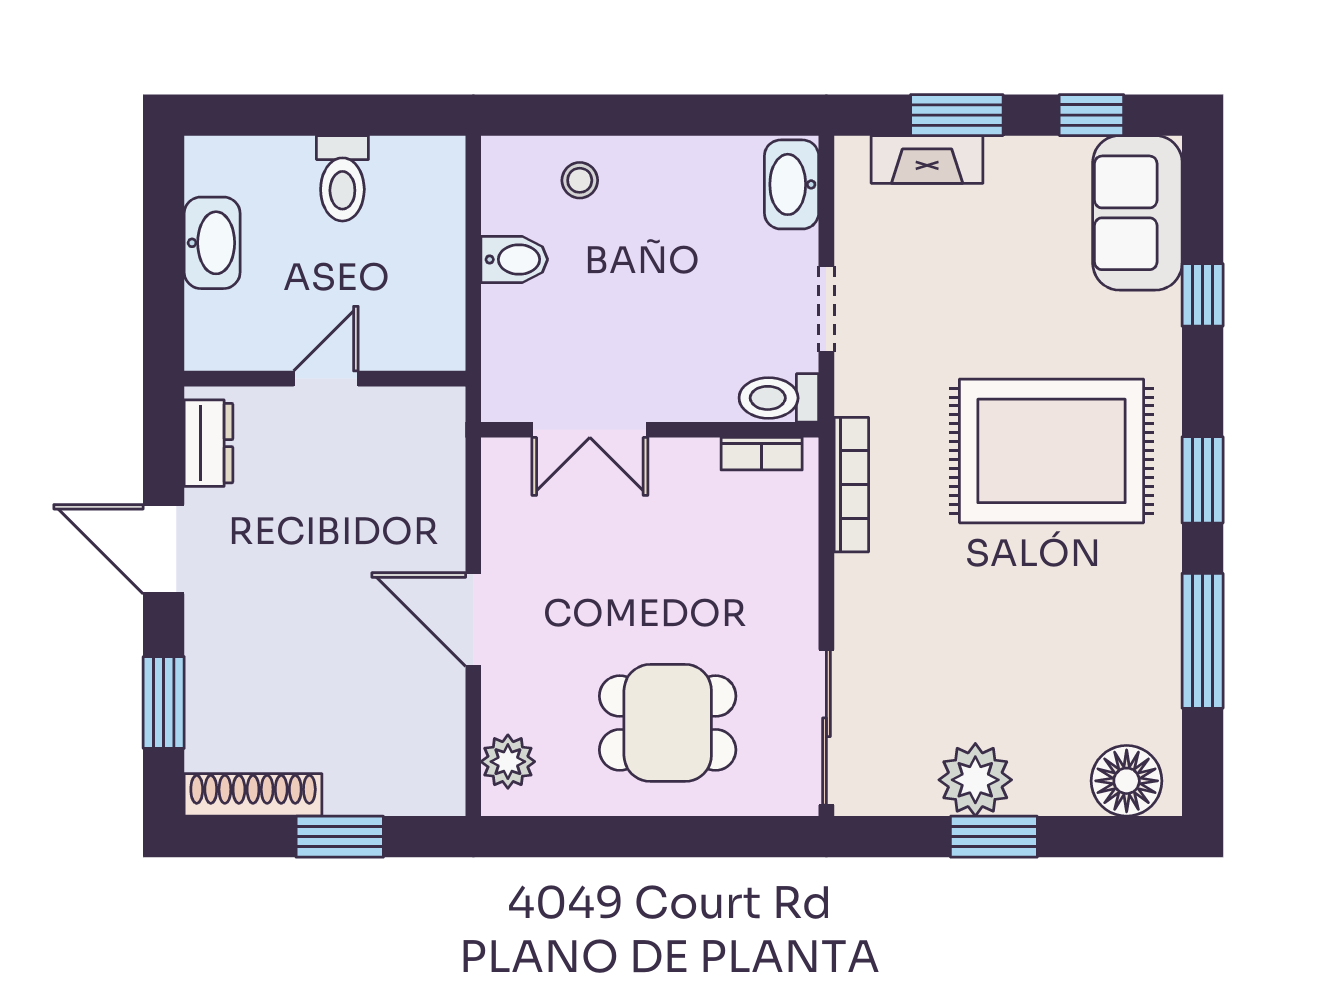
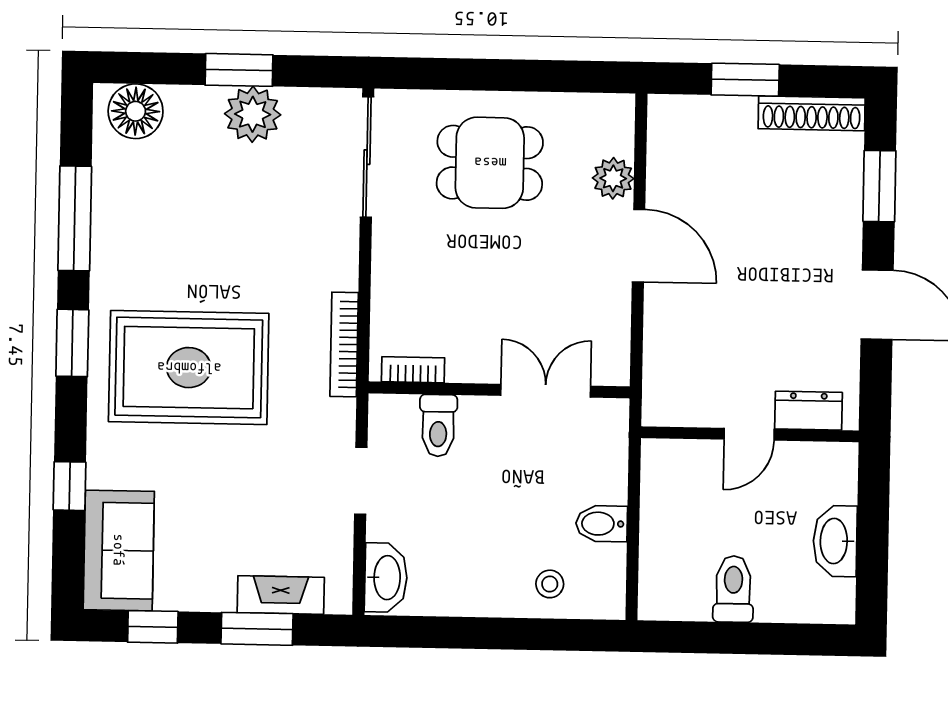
toilet: (779, 398) -> (438, 426), moved, turned 90
dresser: (209, 443) -> (809, 411), moved, turned 90
plant: (508, 762) -> (613, 178), moved

